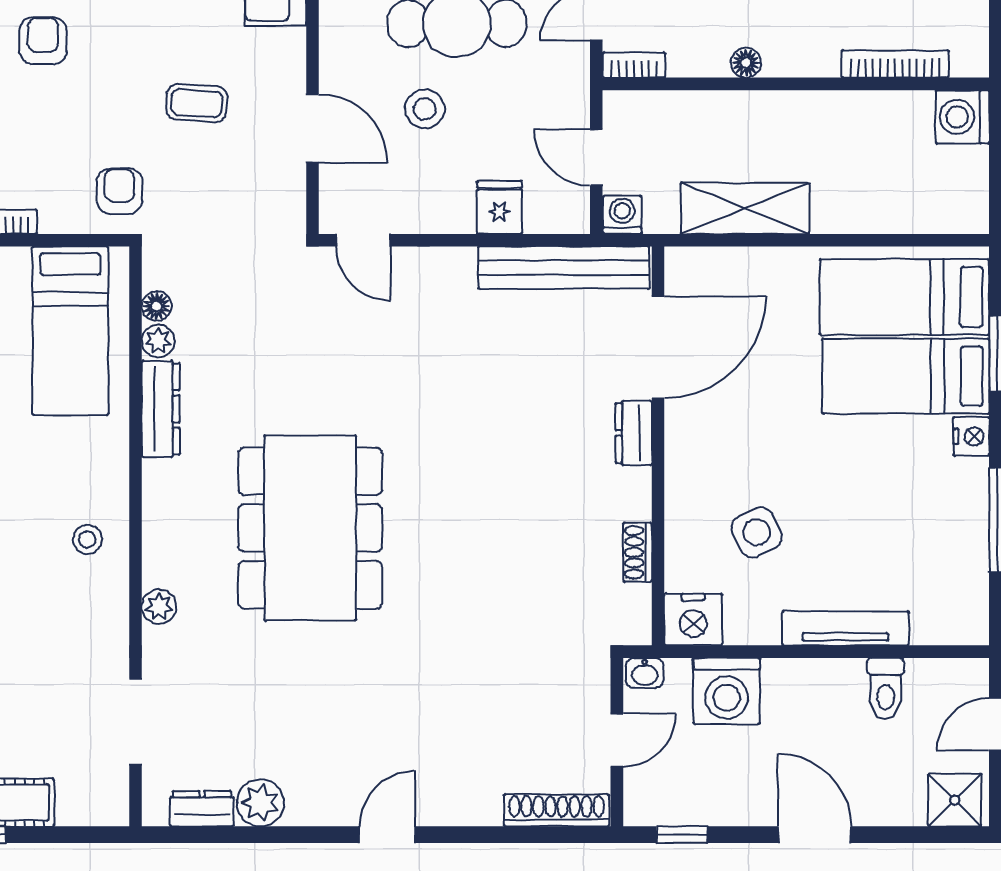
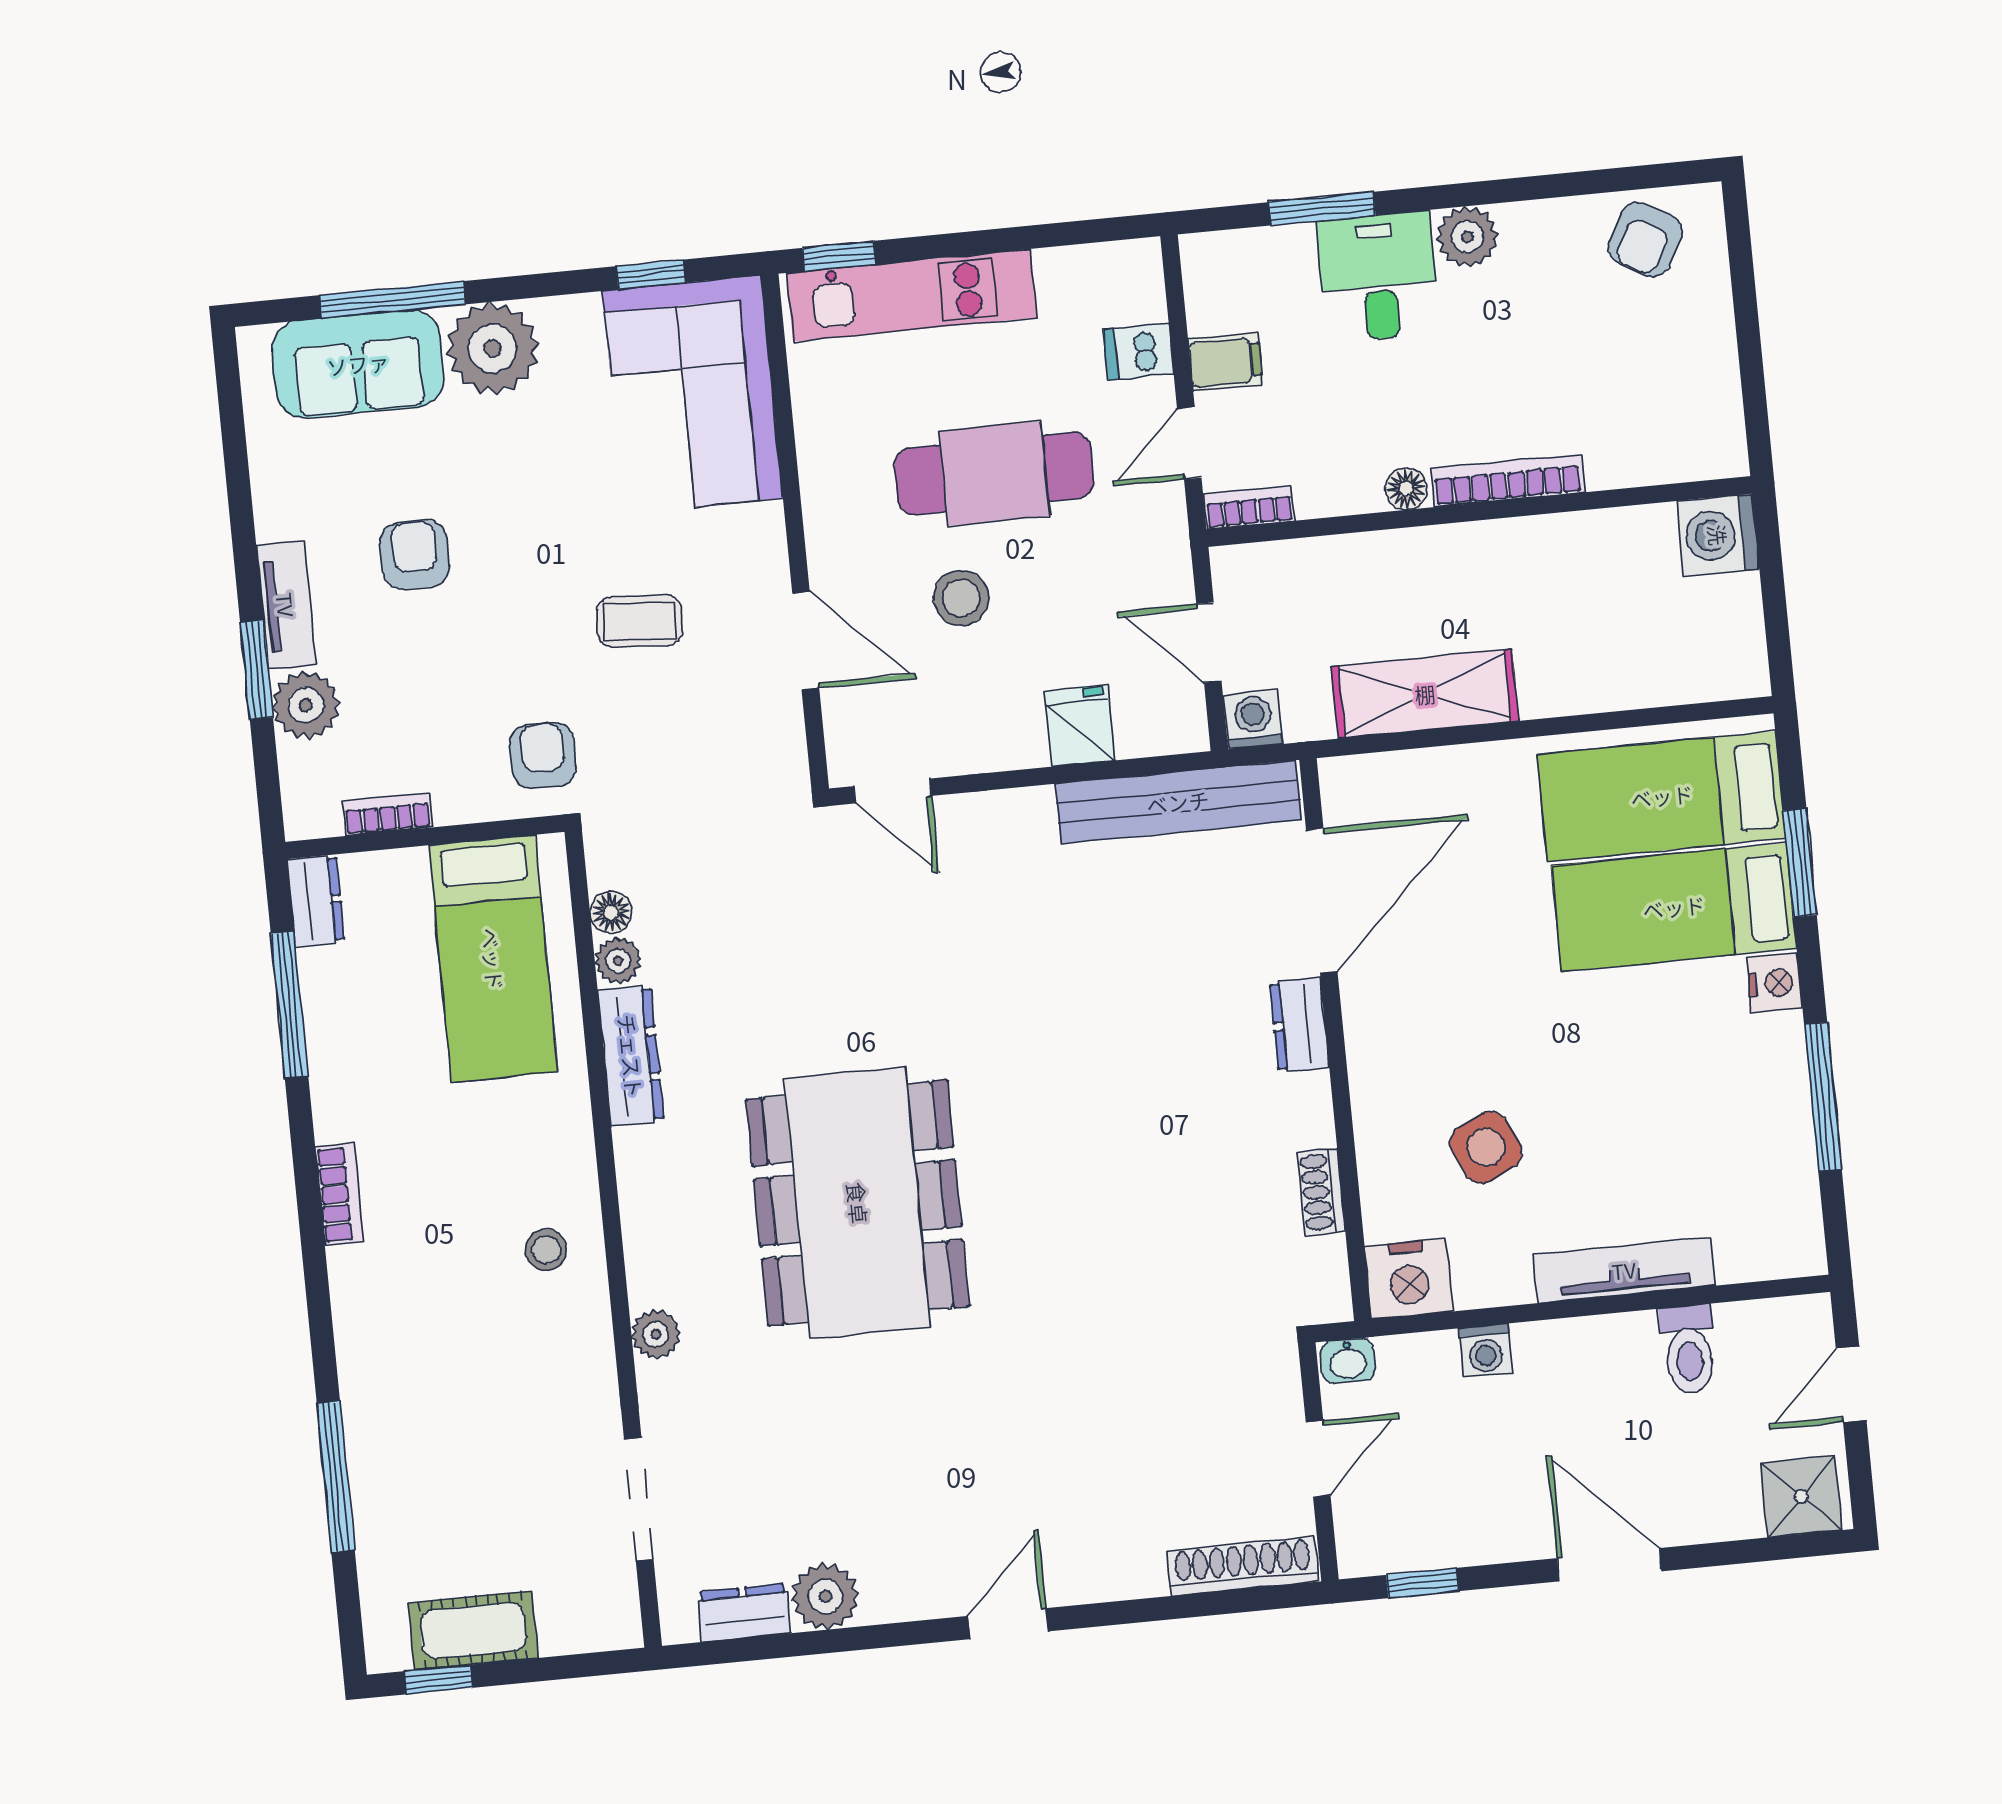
bookcase: (895, 64) -> (1507, 481), moved
washing machine: (727, 691) -> (1485, 1351), width x0.53, depth x0.53

